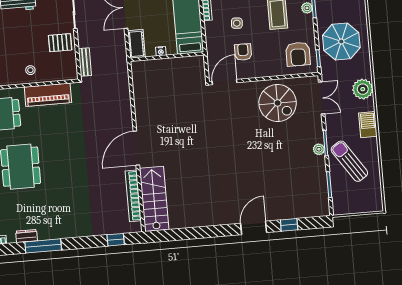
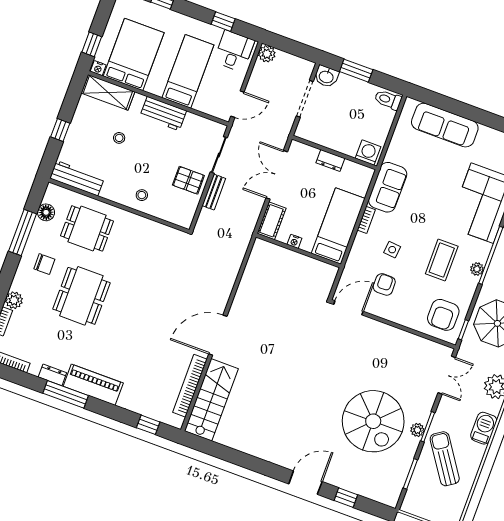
bench: (85, 62) -> (214, 192), moved
piano: (48, 95) -> (93, 385), moved, turned 180
spiral stairs: (278, 103) -> (373, 421), moved, width x1.37, depth x1.37

